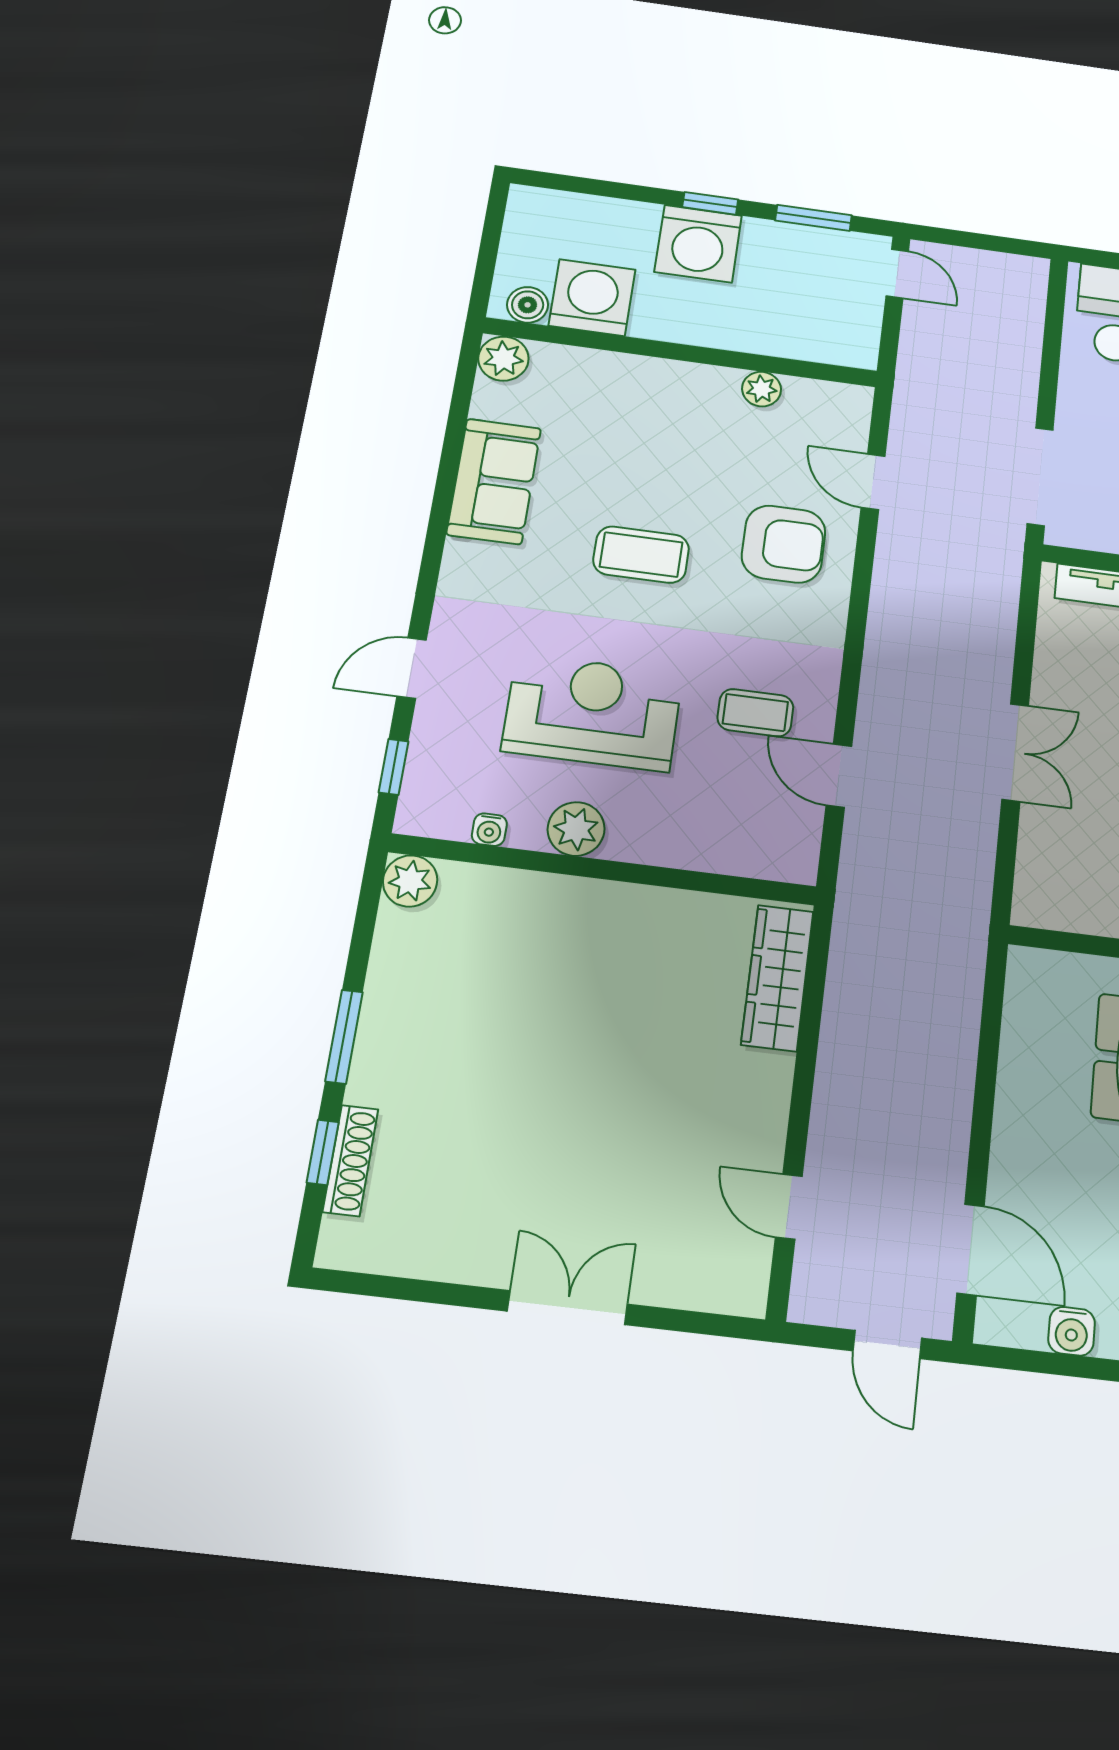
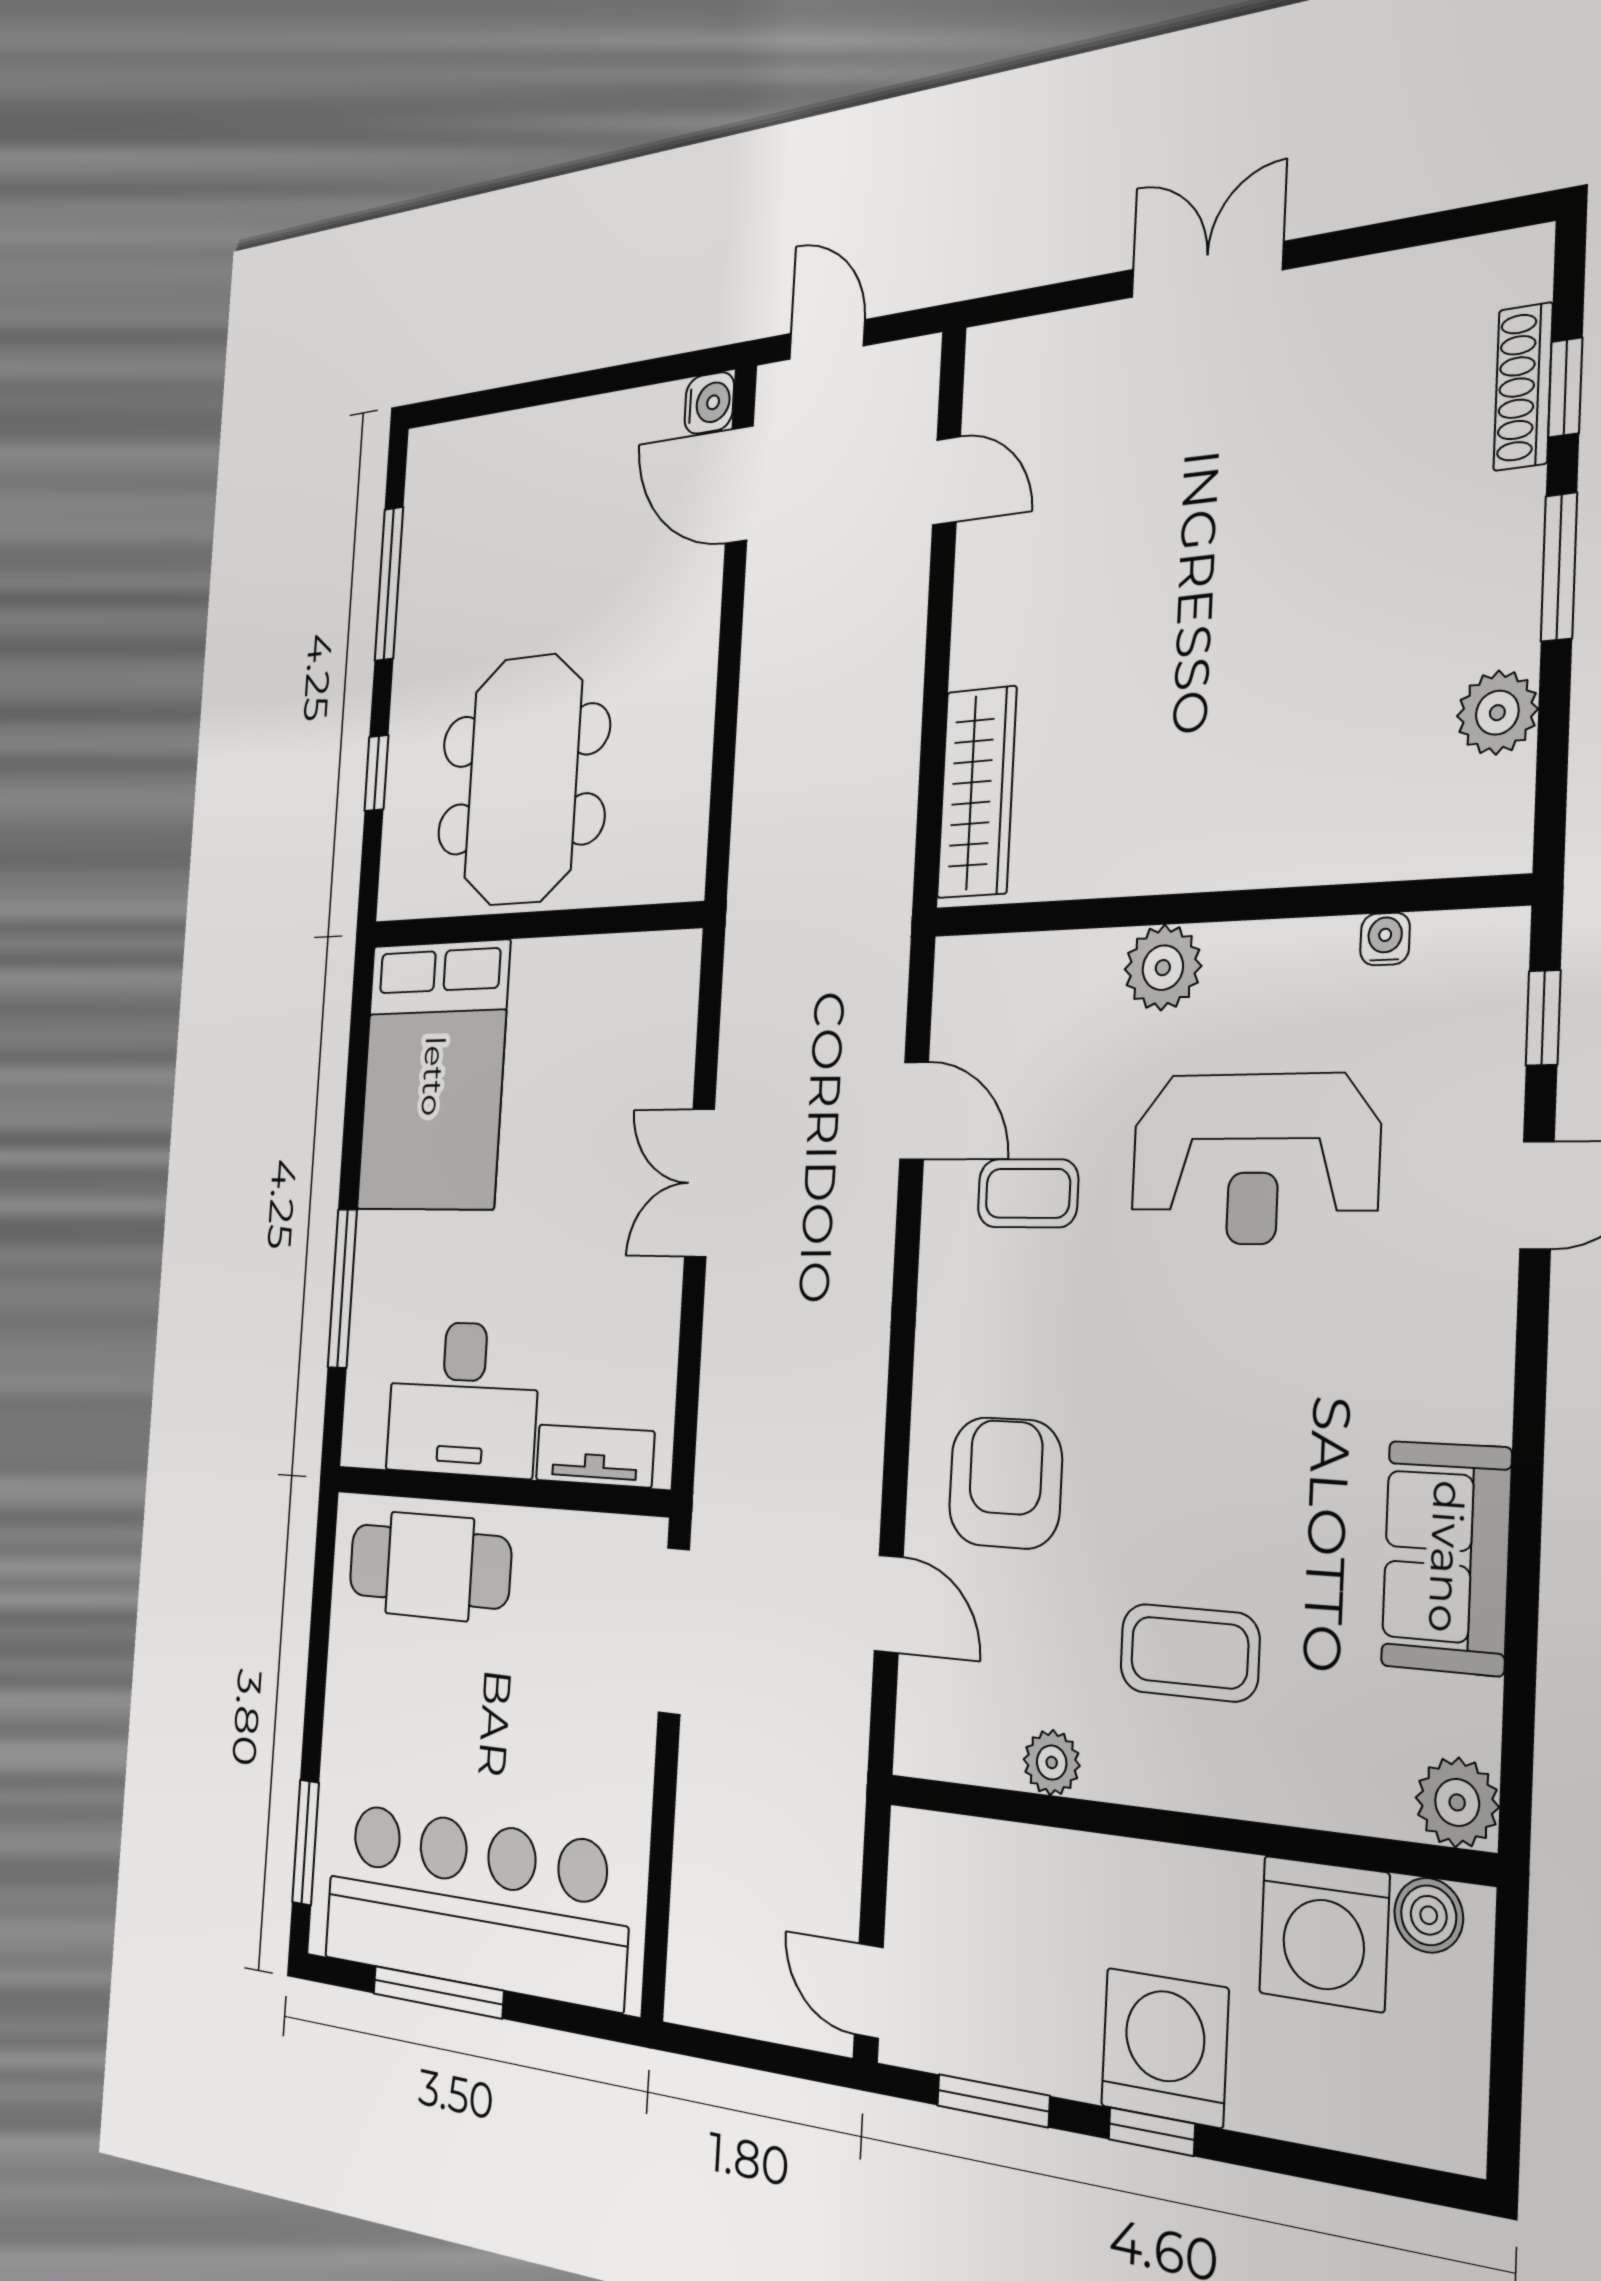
armchair: (784, 544) -> (1005, 1483), turned 90
coffee table: (641, 555) -> (1189, 1653), moved
plant: (576, 829) -> (1163, 968), moved
plant: (410, 881) -> (1497, 713), moved
double door: (567, 1308) -> (1207, 270), swing flipped
water cooler: (1072, 1331) -> (709, 403), moved, turned 90

